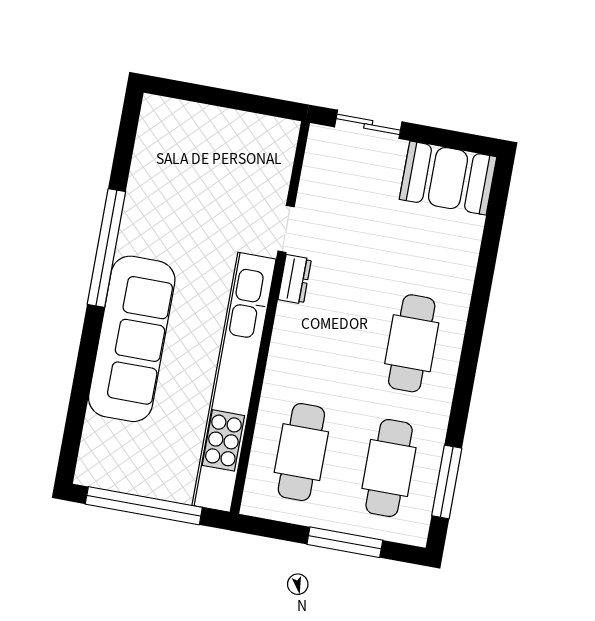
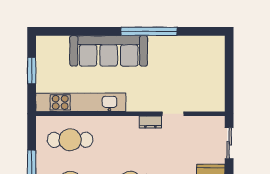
kitchen unit: (234, 382) -> (81, 102), width x0.73
window: (144, 506) -> (32, 71), width x0.47

